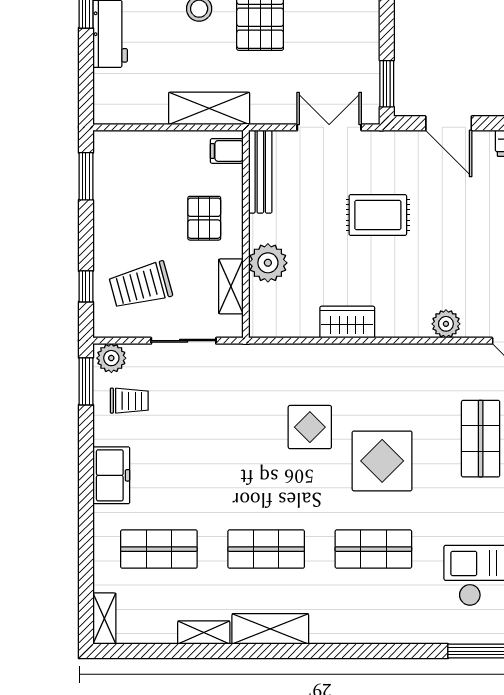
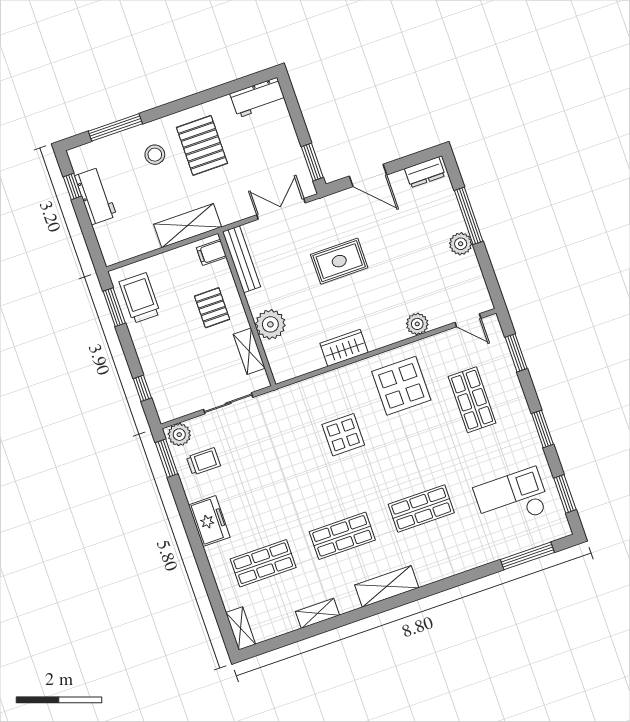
trolley: (141, 285) -> (140, 298), moved, turned 105
display table: (382, 461) -> (401, 386), moved
shelving: (270, 629) -> (387, 586), moved

